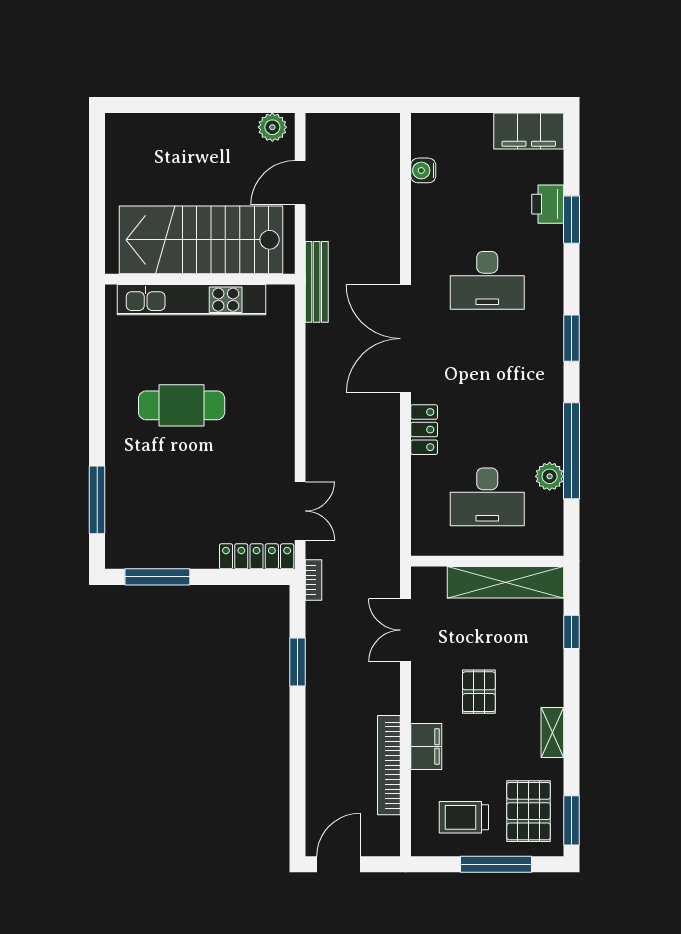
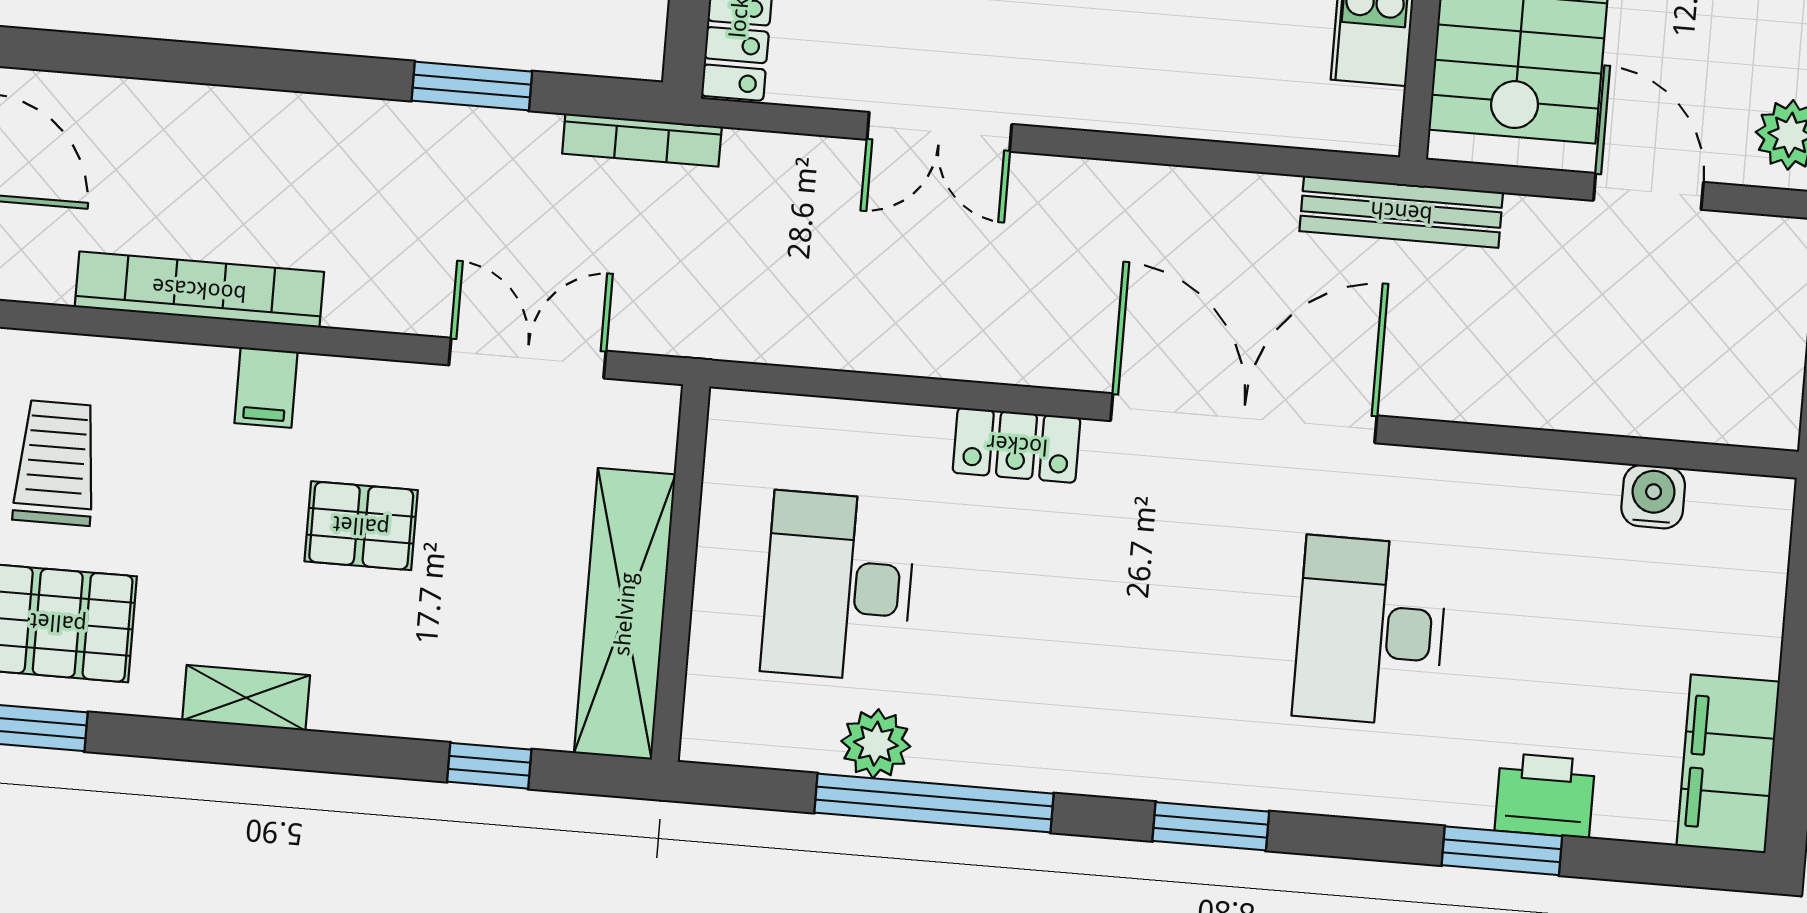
double door: (300, 511) -> (939, 132), moved
bookcase: (313, 580) -> (642, 140), width x1.56
filing cabinet: (426, 747) -> (266, 387), width x0.50

